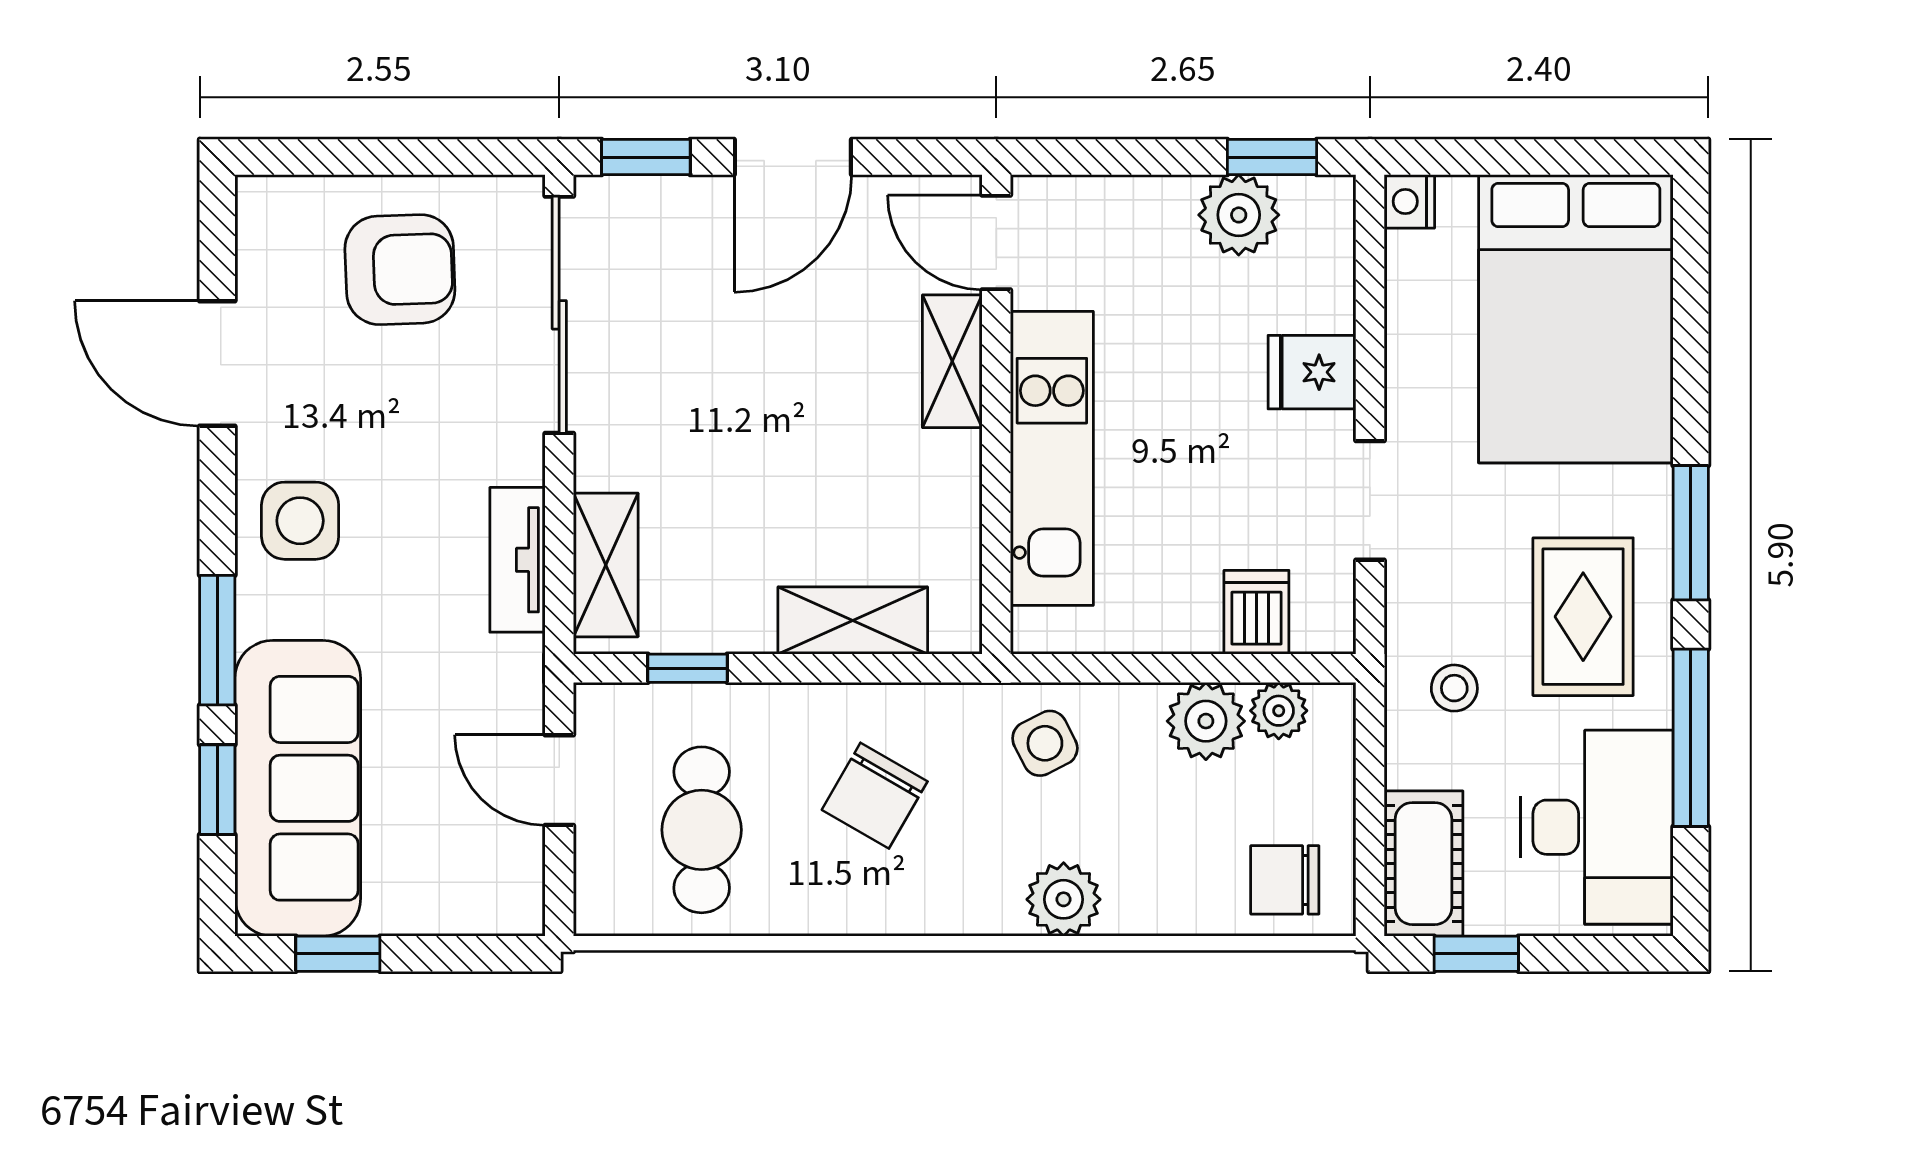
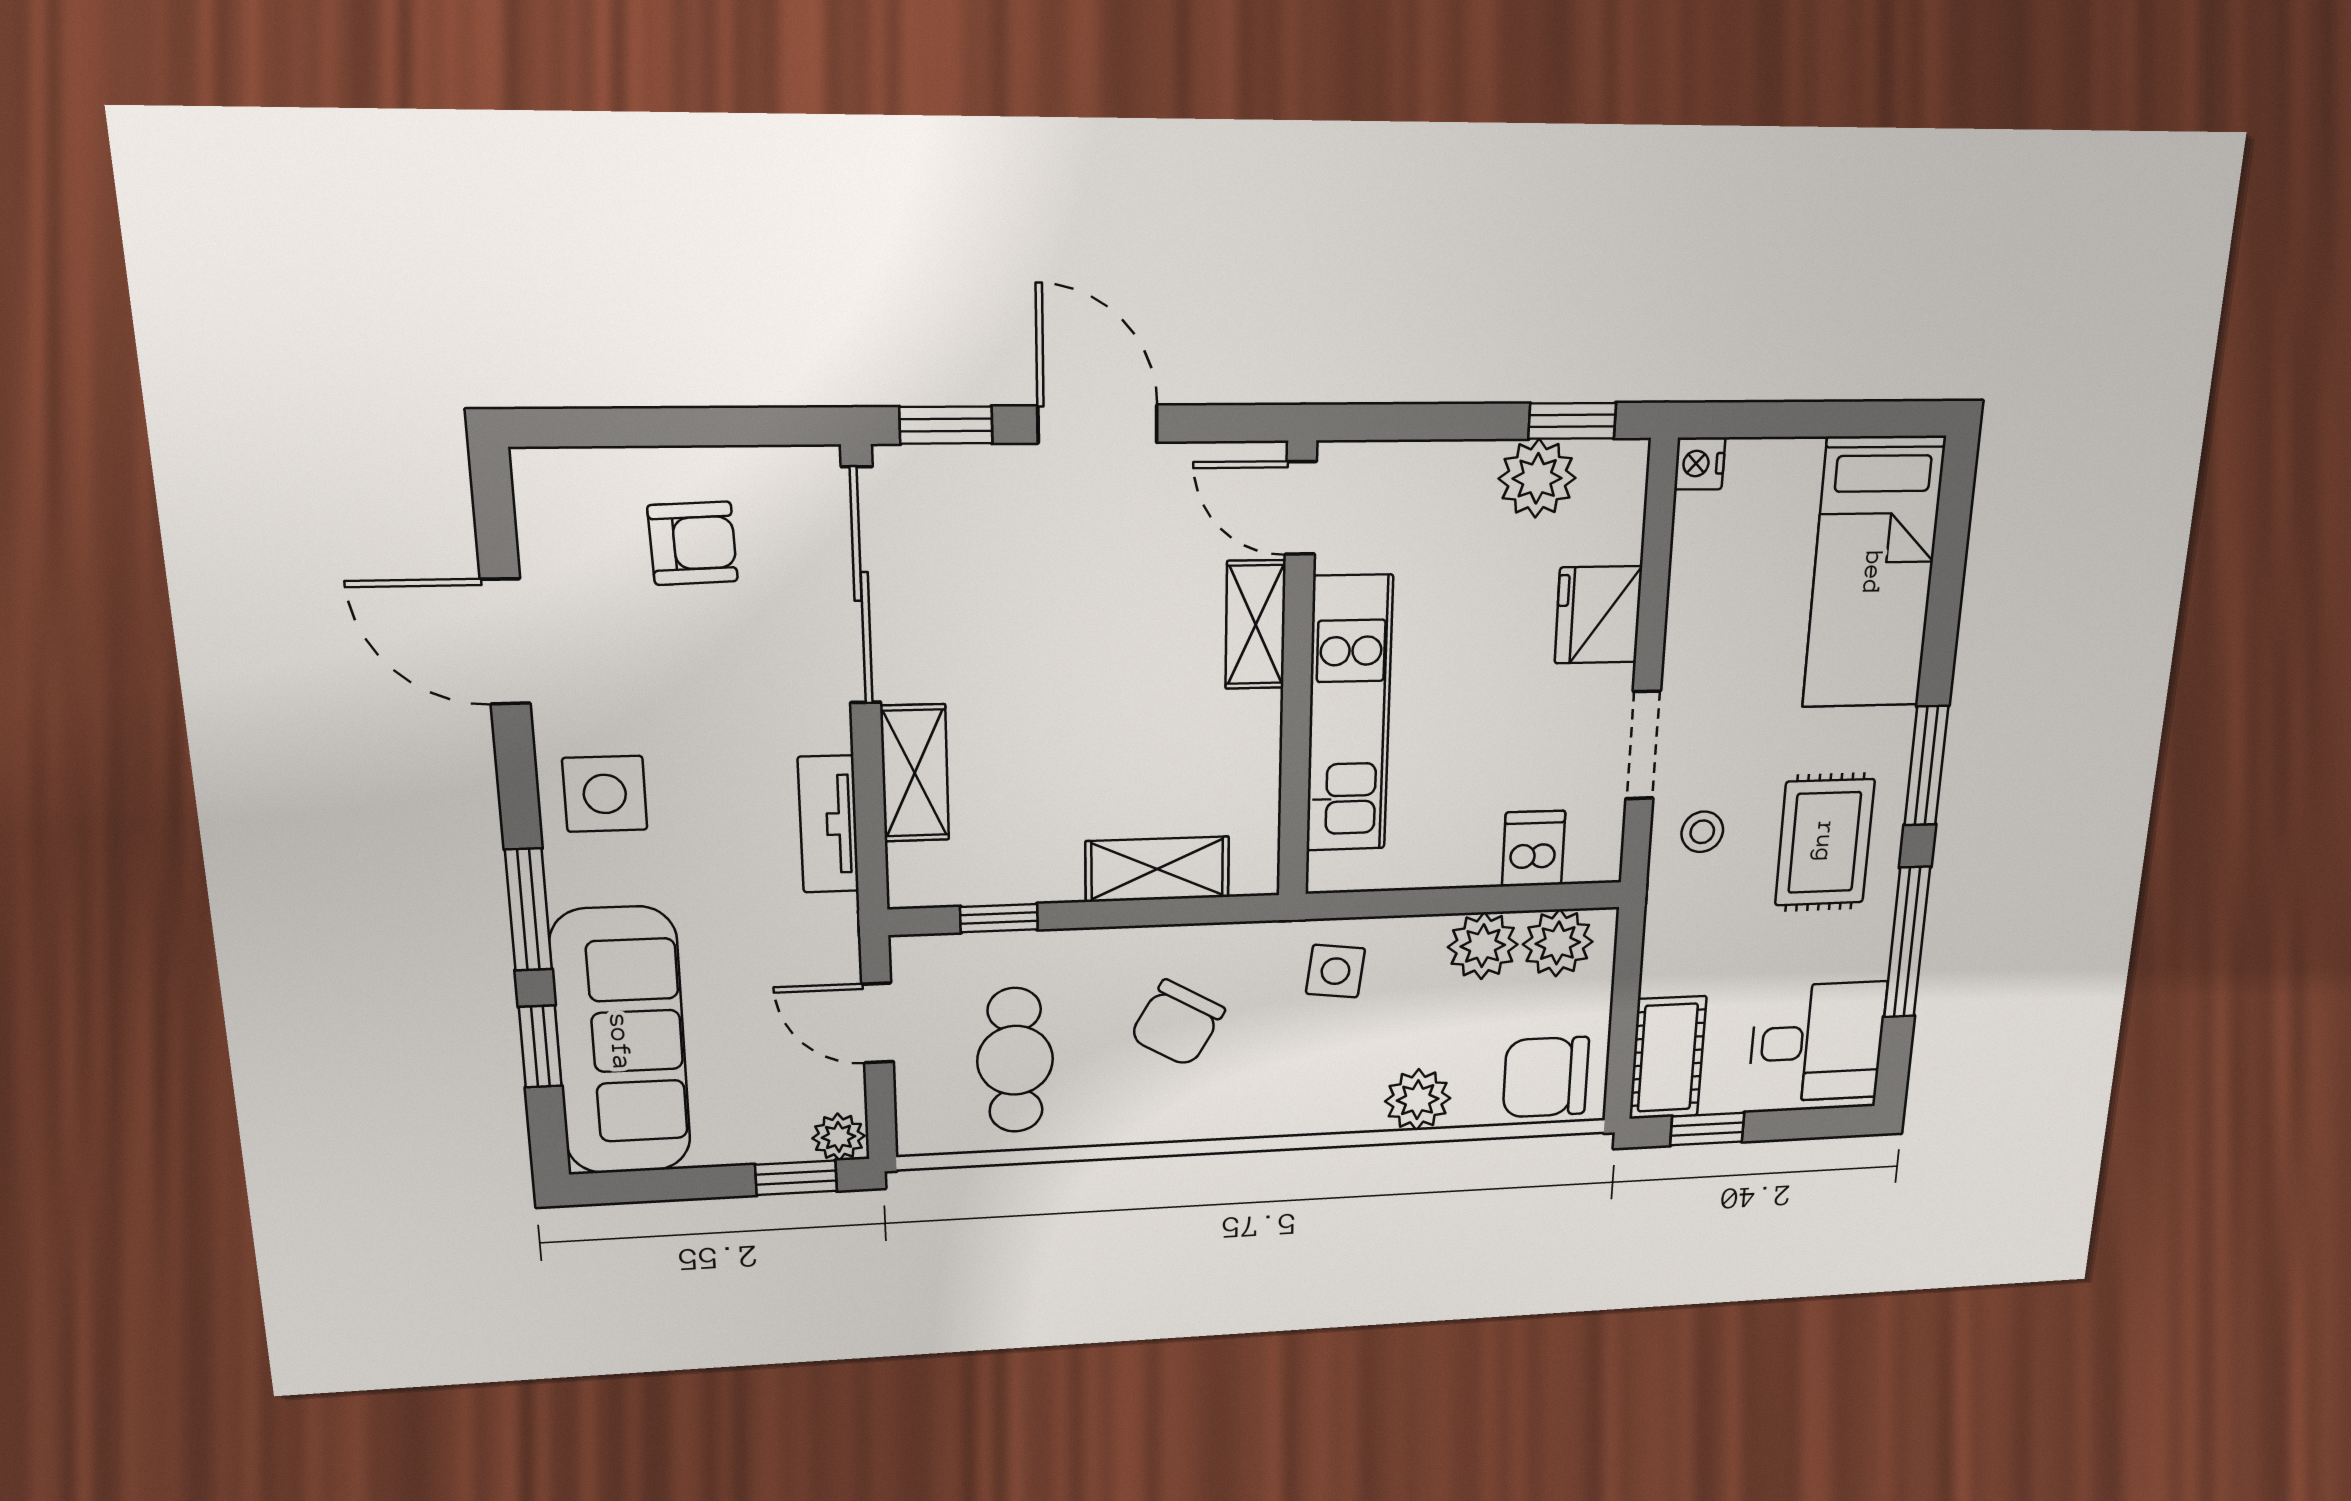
door: (793, 157) -> (1098, 424), swing flipped
armchair: (400, 270) -> (693, 543), width x0.72, depth x0.72
bed: (1576, 319) -> (1873, 573), width x0.67
fridge: (1312, 372) -> (1598, 615), width x1.38
shelving: (606, 565) -> (915, 773), moved
stool: (1454, 688) -> (1702, 832), moved
plant: (1279, 711) -> (1558, 943), width x1.38, depth x1.38
side table: (1045, 743) -> (1335, 971), turned 34
desk: (1597, 827) -> (1817, 1042), width x0.73
chair: (1285, 880) -> (1546, 1077), width x1.37, depth x1.37
plant: (1064, 899) -> (1418, 1100), moved
plant: (514, 909) -> (839, 1137), added
window: (338, 954) -> (796, 1178), moved

